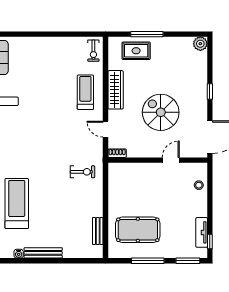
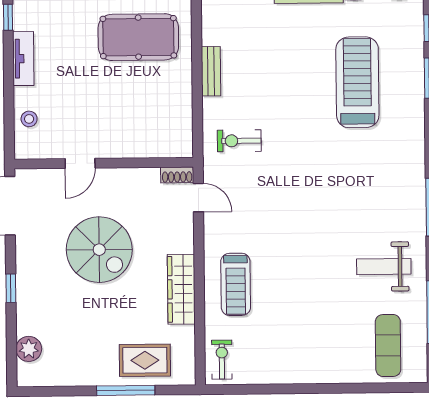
plant: (200, 44) -> (29, 349), moved
door: (105, 129) -> (198, 198), moved
treadmill: (17, 204) -> (357, 82), turned 180
bench: (98, 231) -> (211, 71), moved
tv unit: (202, 232) -> (23, 59), moved

